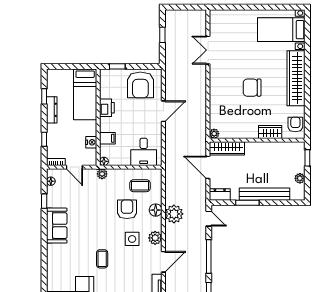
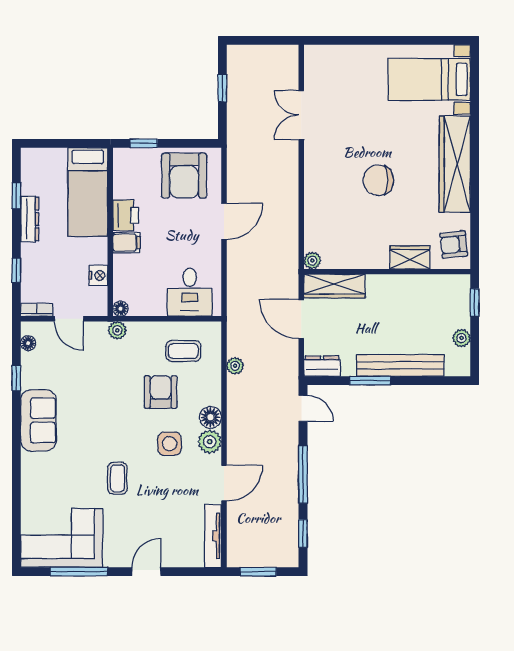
armchair: (295, 125) -> (454, 244), turned -96
filing cabinet: (107, 138) -> (126, 243), moved
floor lamp: (156, 210) -> (211, 417), moved
plant: (174, 214) -> (235, 366), moved, width x0.53, depth x0.53

